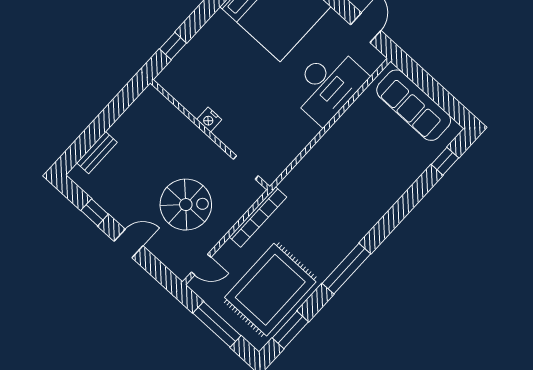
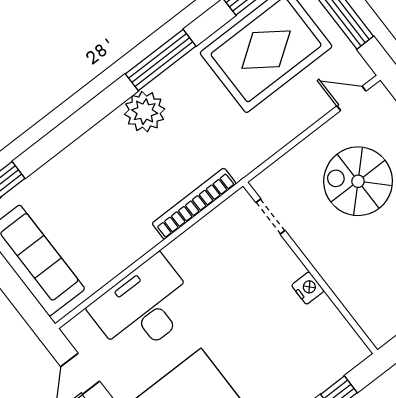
bookcase: (258, 217) -> (194, 204), moved
plant: (352, 229) -> (145, 112), added

